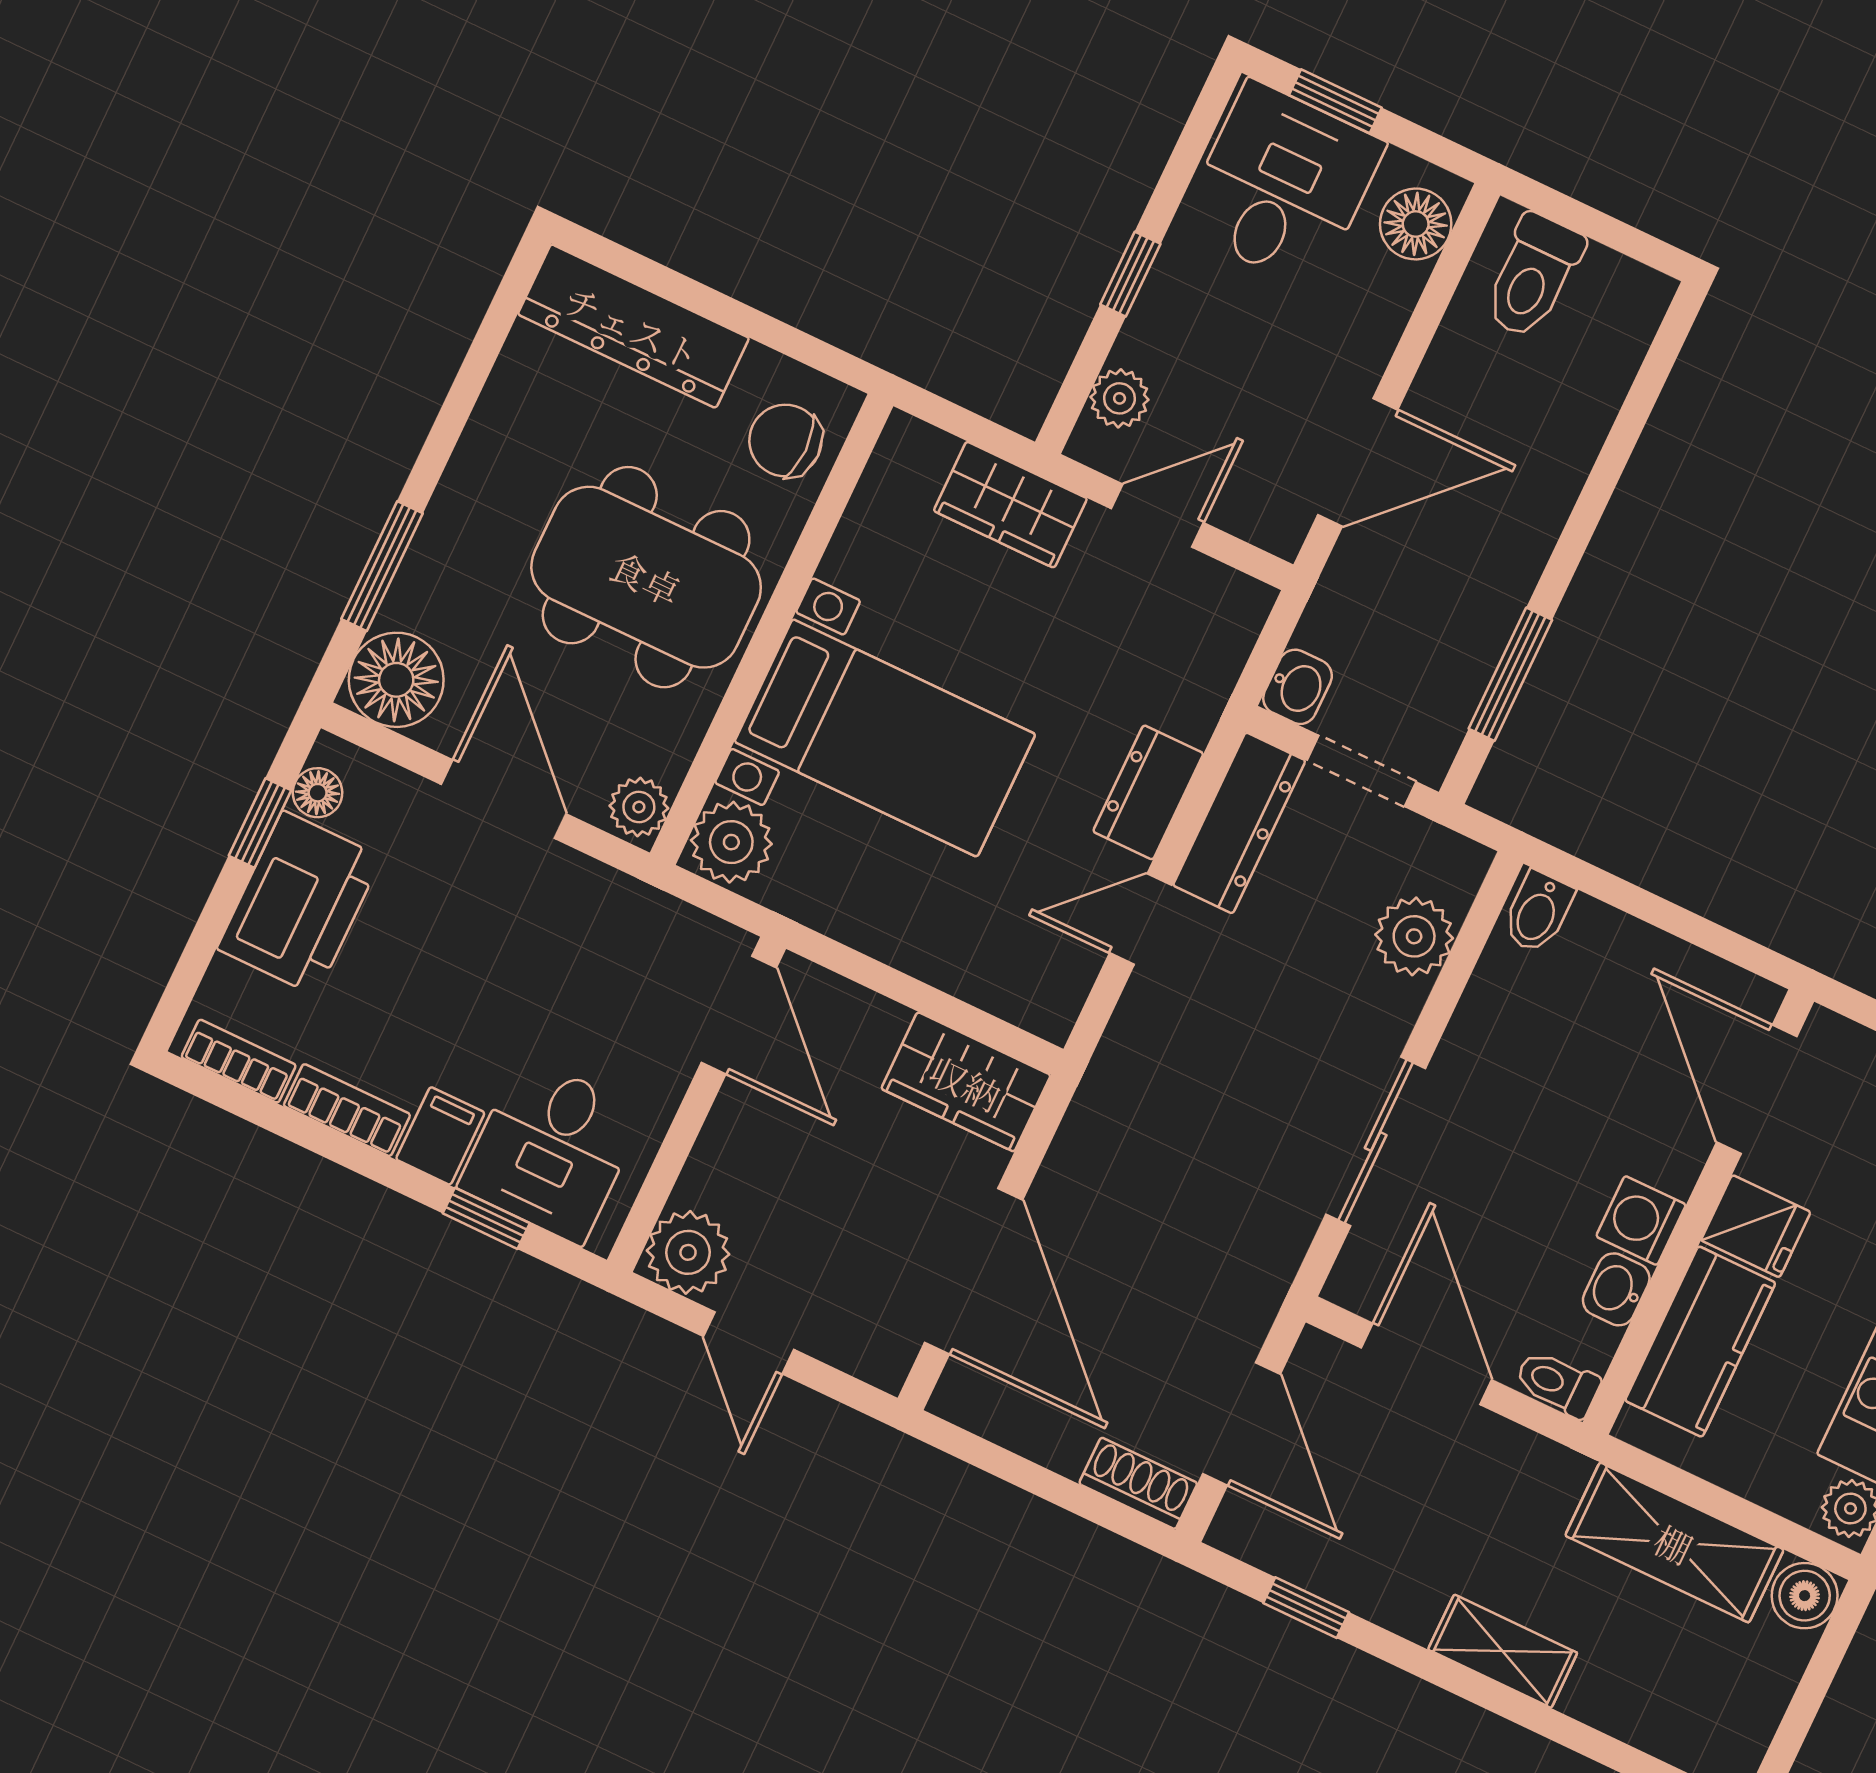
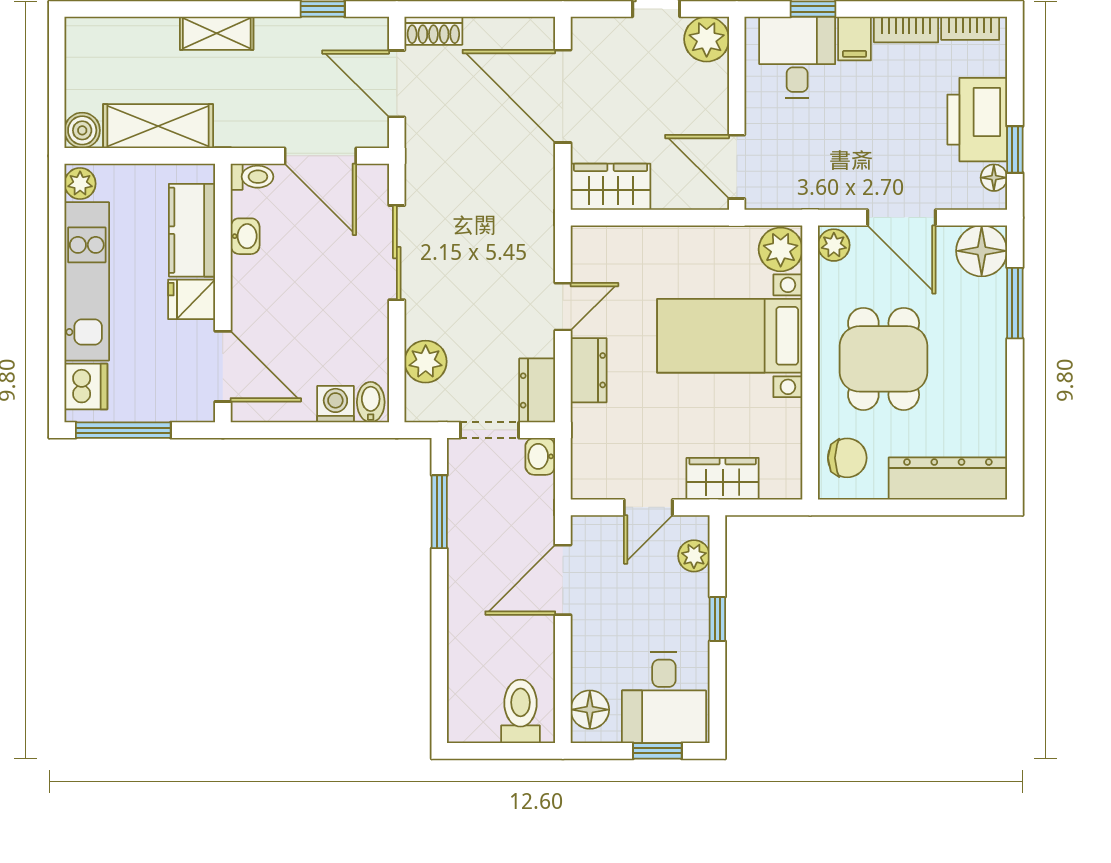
dining table: (646, 577) -> (884, 359), width x0.73
dresser: (1239, 823) -> (537, 390), width x0.70
washing machine: (1641, 1221) -> (335, 404), moved, turned -90

